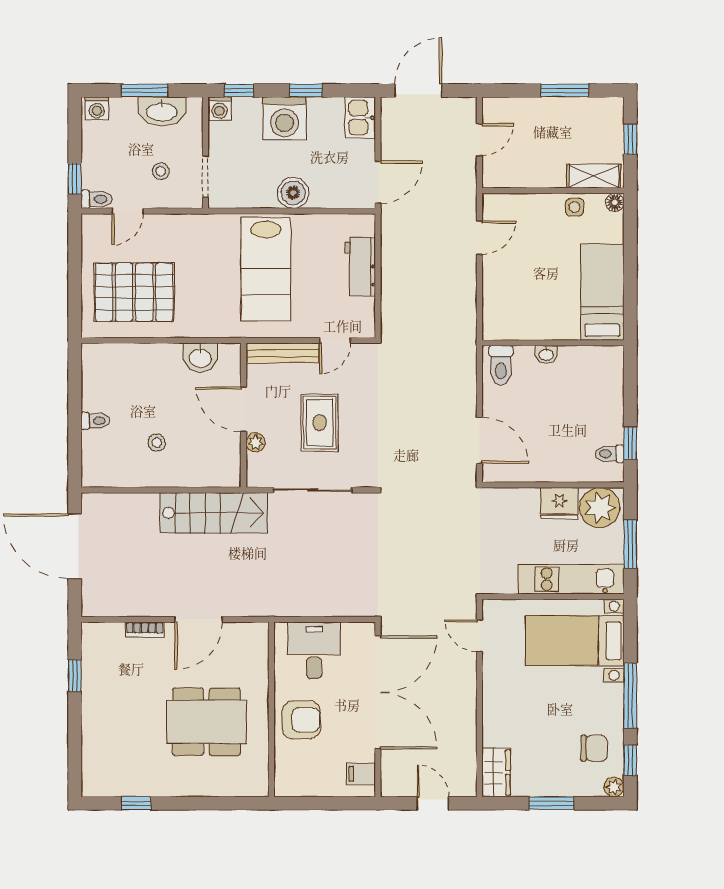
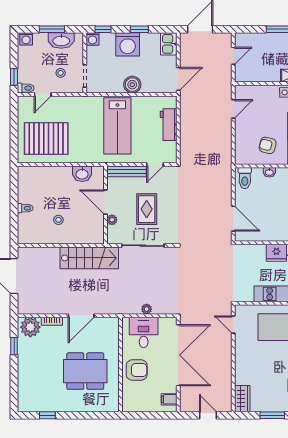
armchair: (543, 305) -> (268, 145), added
plant: (320, 607) -> (147, 309), added
plant: (105, 640) -> (30, 327), added

